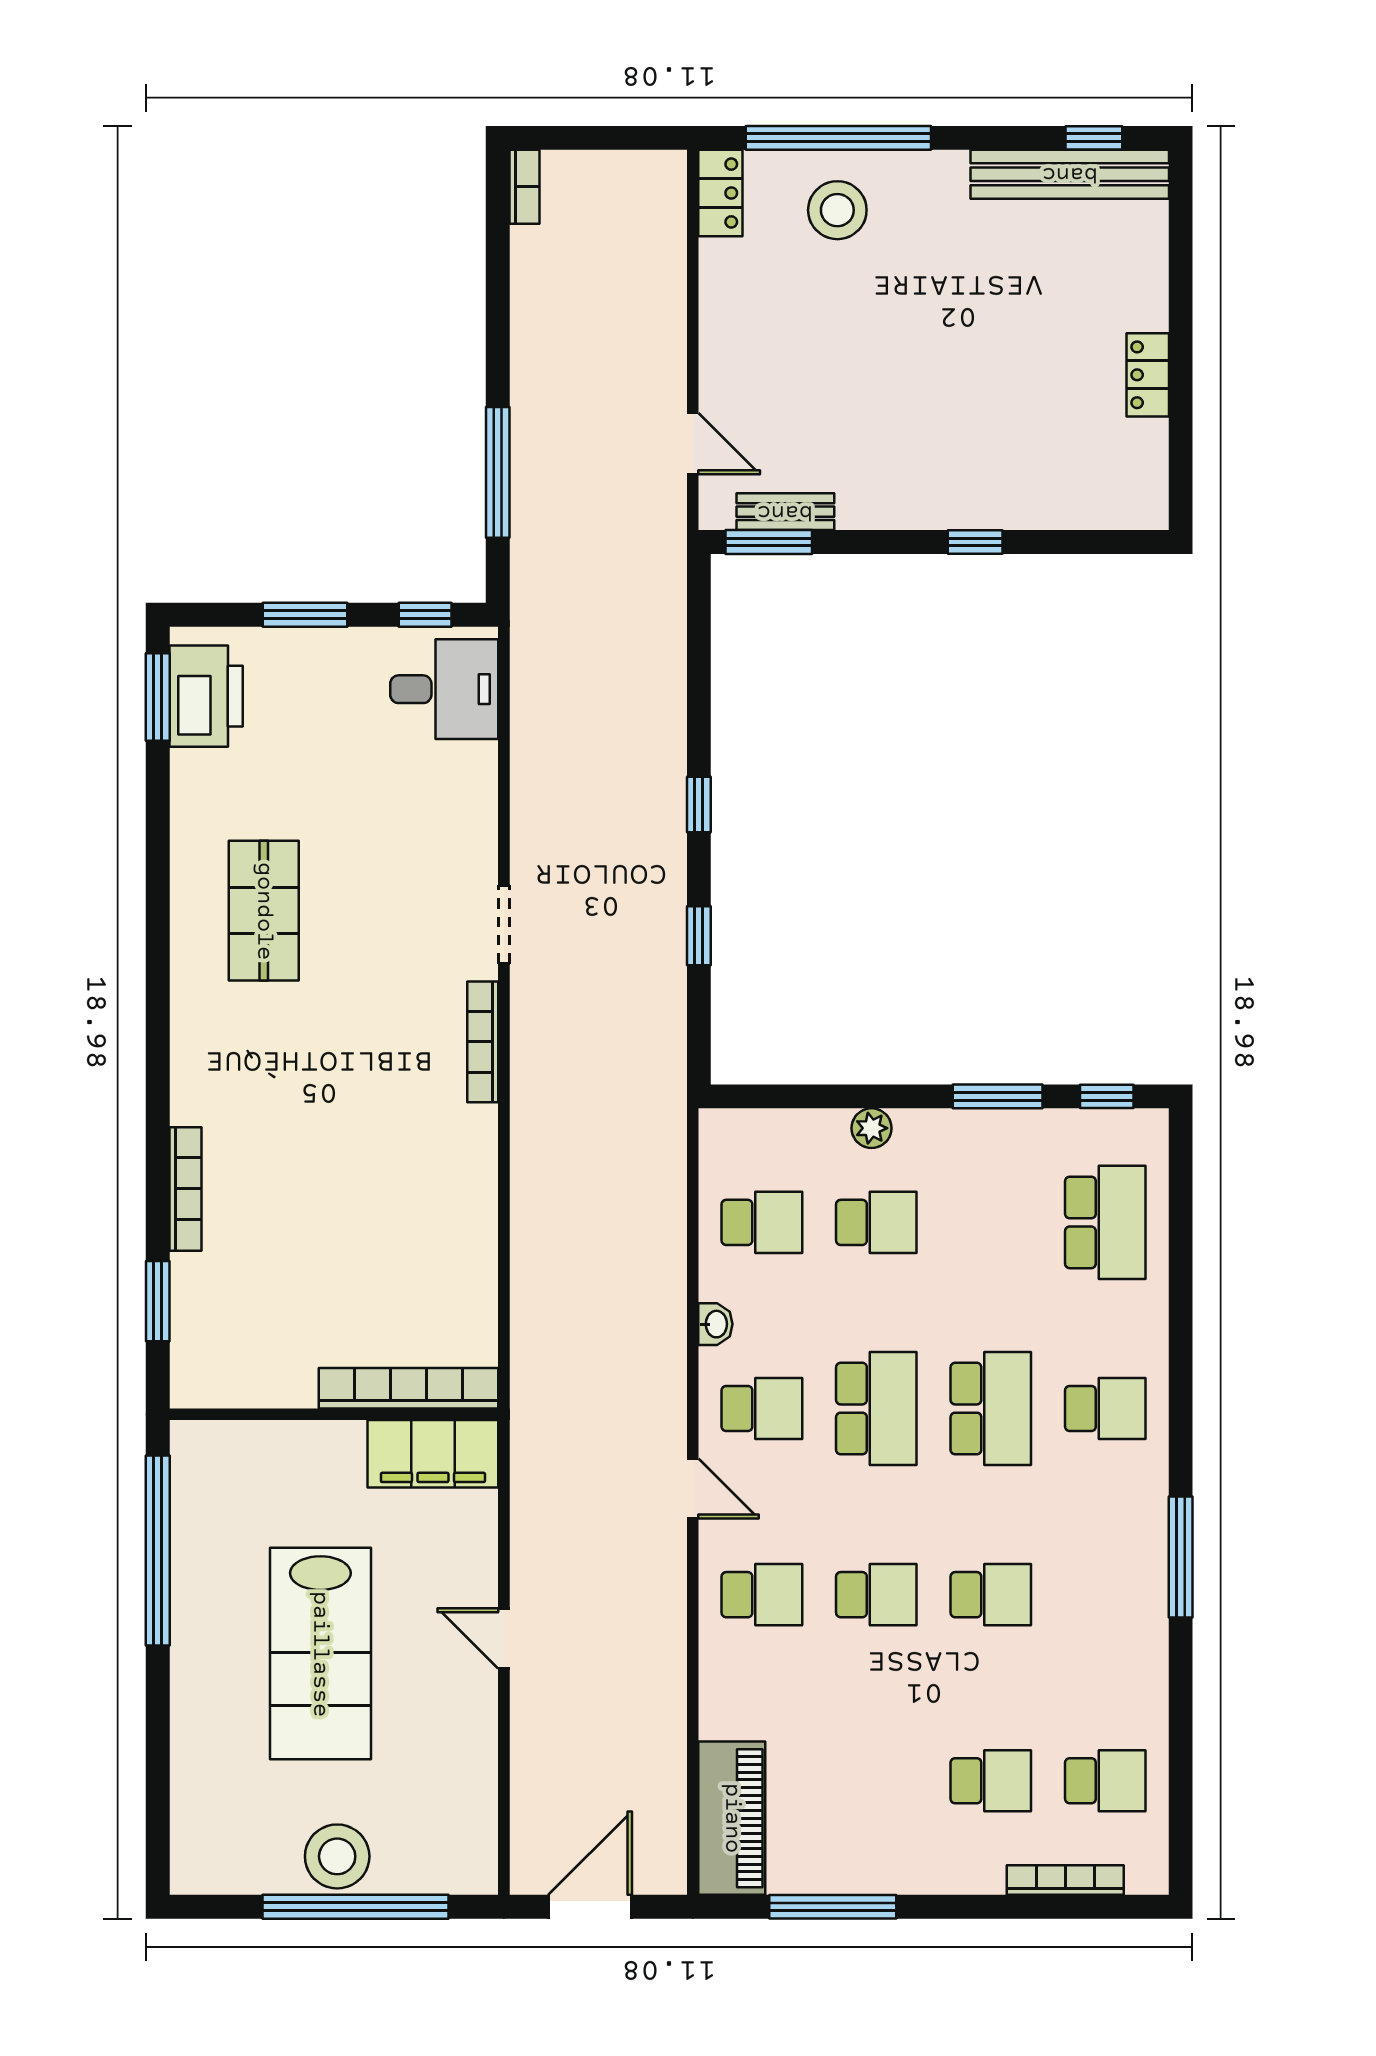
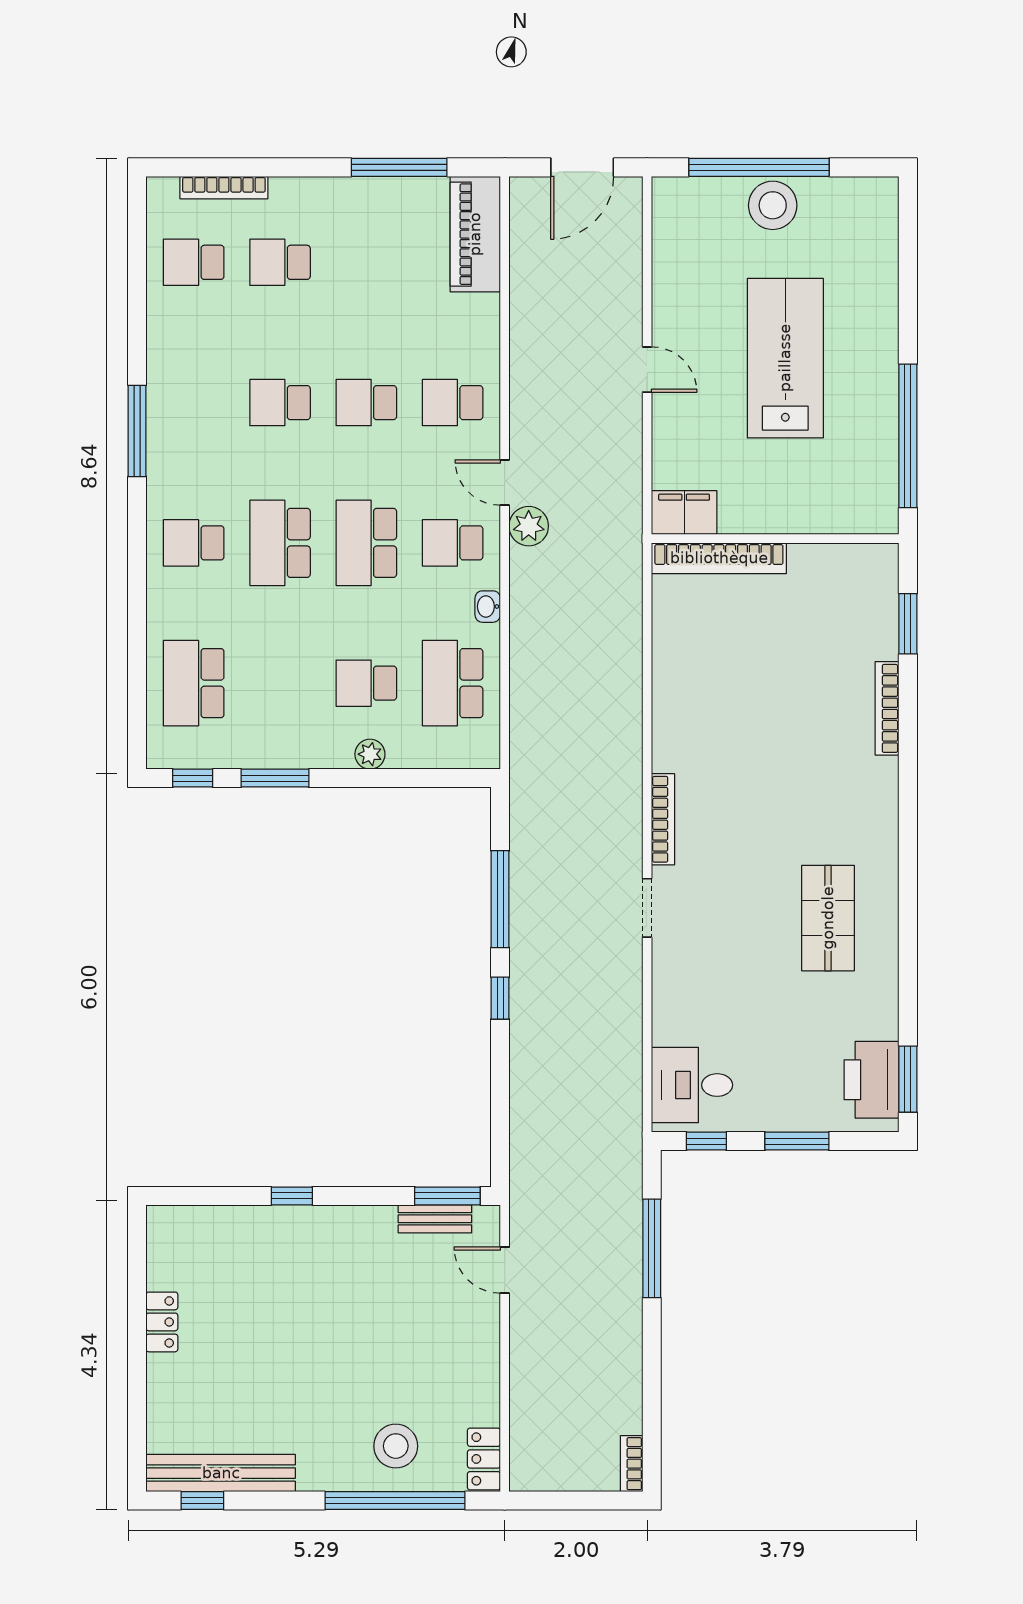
window: (699, 936) -> (500, 899), width x2.17
school desk: (762, 1222) -> (453, 683), width x1.85
plant: (661, 1431) -> (529, 526), added
filing cabinet: (433, 1454) -> (684, 512), width x0.67, depth x0.86

